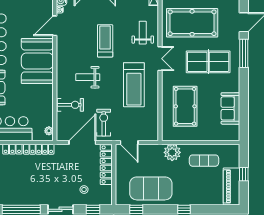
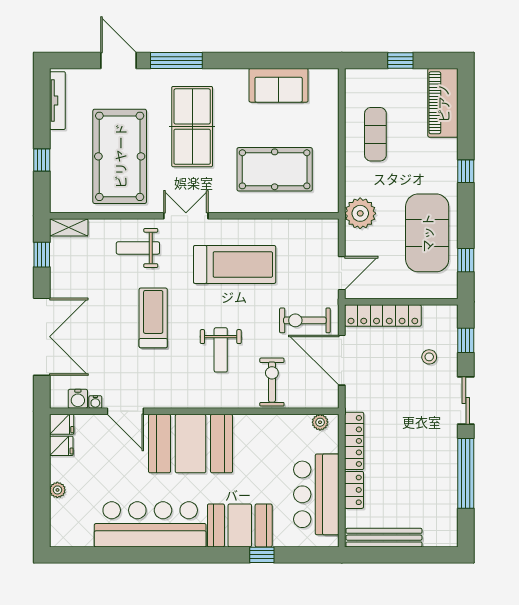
treadmill: (105, 41) -> (153, 318), turned 90
plant: (172, 152) -> (360, 213), moved
piano: (231, 186) -> (443, 103), moved, turned 90

